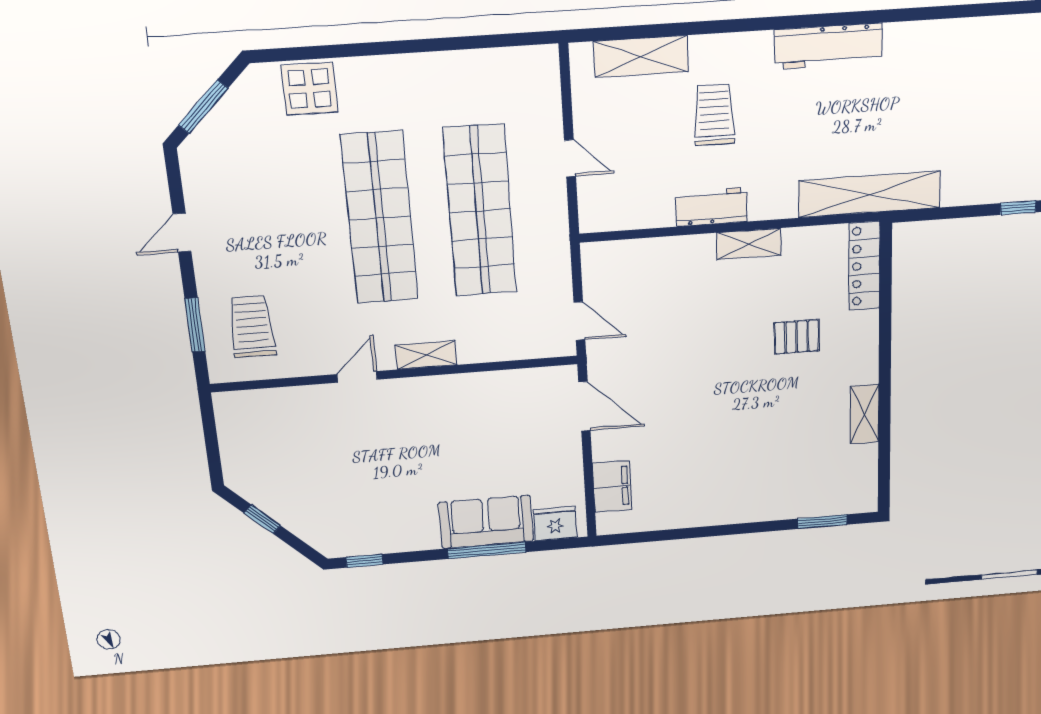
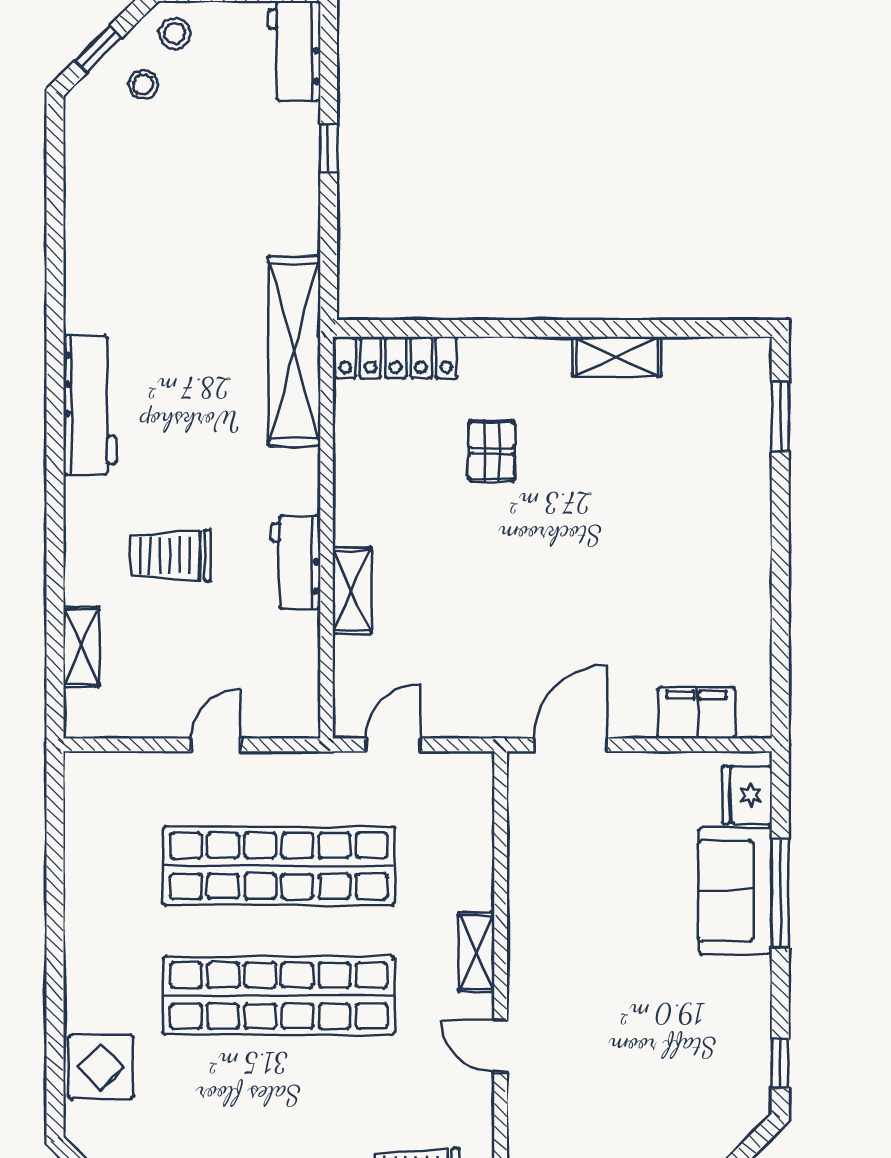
shelving: (641, 56) -> (81, 647), width x0.67, depth x0.75
shelving: (749, 244) -> (352, 590), moved
door: (579, 321) -> (393, 745), moved

